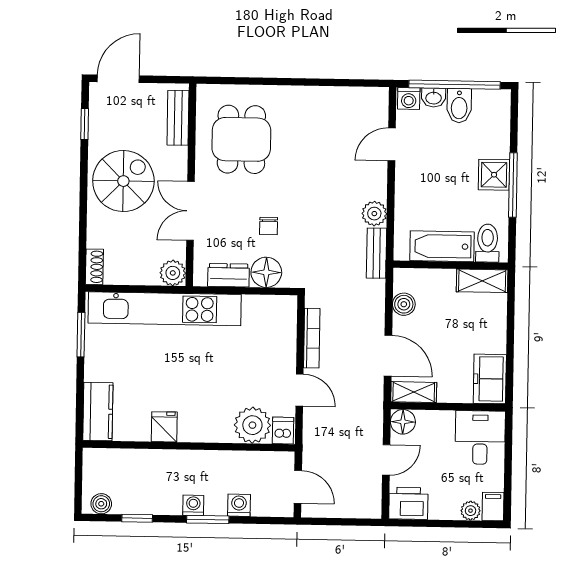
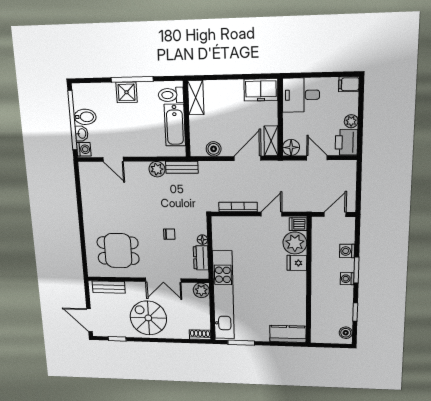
floor lamp: (266, 272) -> (202, 240), width x0.53, depth x0.53
fridge: (164, 427) -> (297, 263), moved
plant: (471, 511) -> (351, 121), moved

